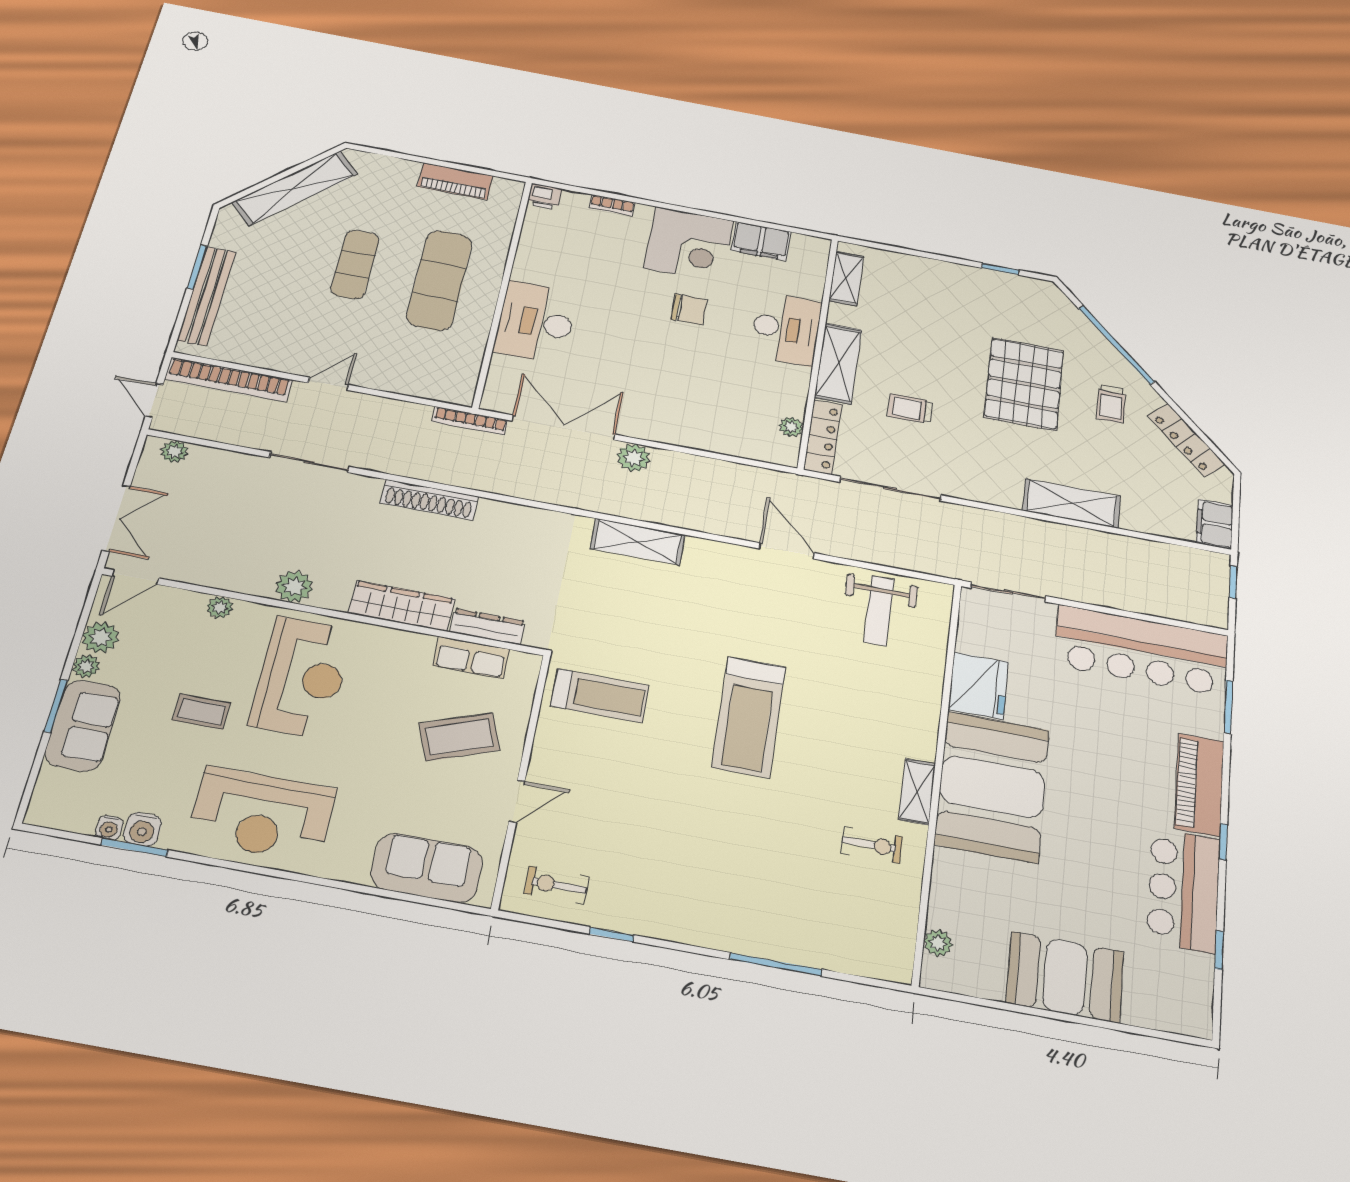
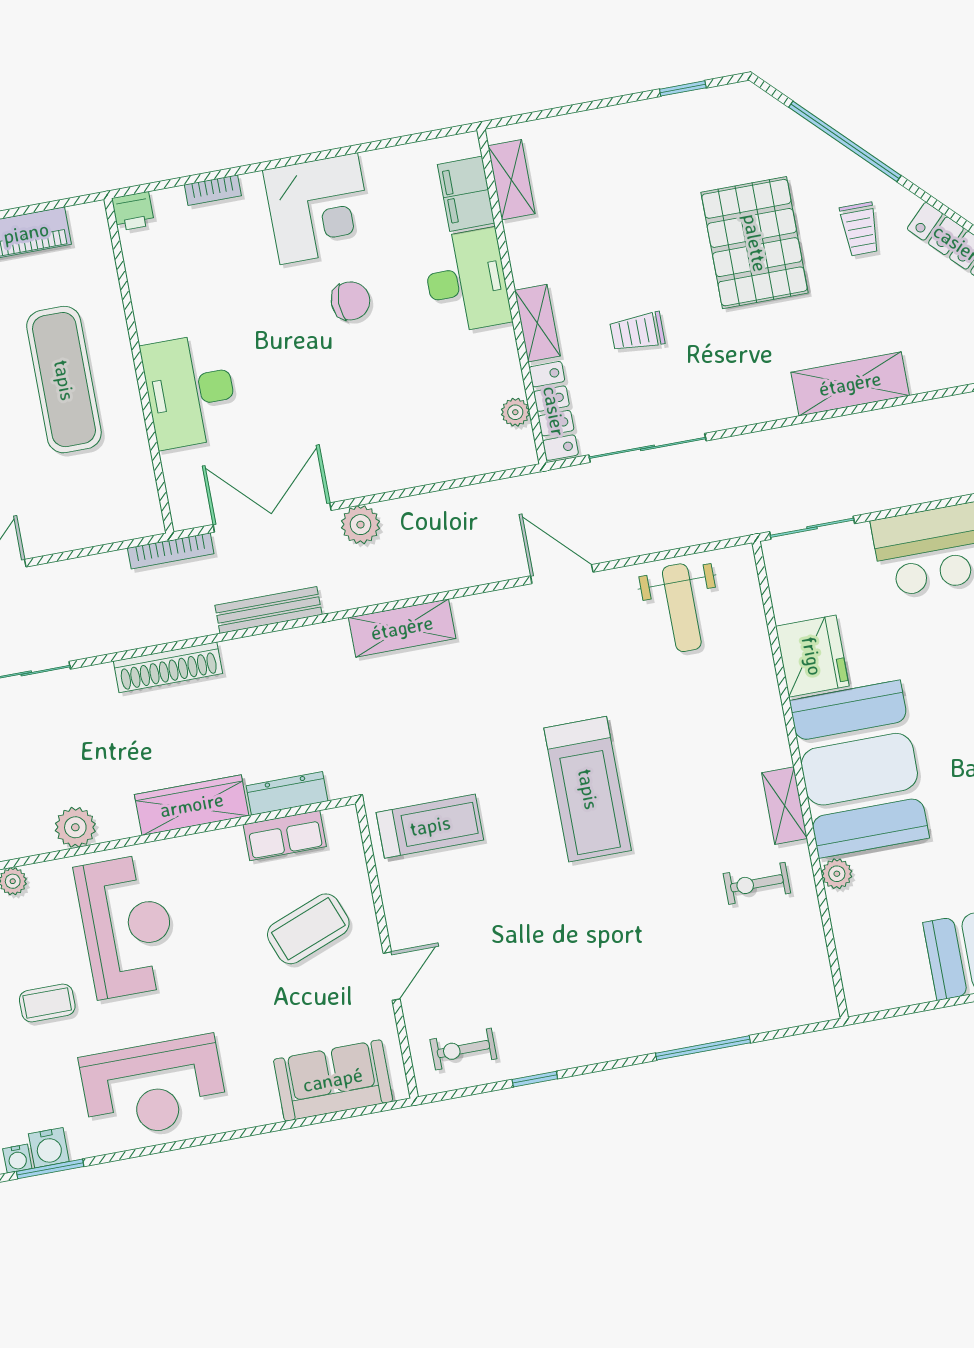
filing cabinet: (761, 241) -> (466, 194), moved, turned 90
shelving: (838, 364) -> (537, 323), width x0.67, depth x0.75
bench: (532, 490) -> (268, 610), added
exercise bike: (872, 845) -> (757, 883), turned 180
plant: (938, 943) -> (837, 874), moved

